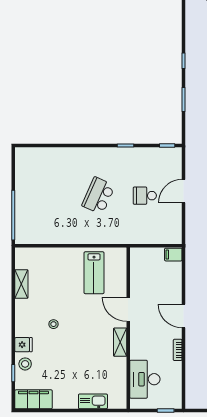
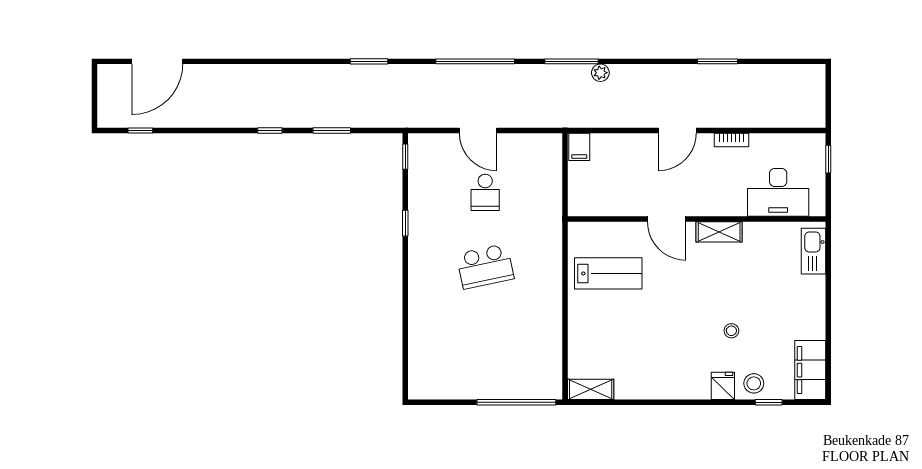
school desk: (98, 196) -> (485, 266), turned -36
shelving: (21, 284) -> (591, 389), moved
door: (128, 309) -> (667, 219), hinge flipped
stool: (53, 324) -> (731, 331), moved
kitchen sink: (93, 401) -> (814, 251), moved

